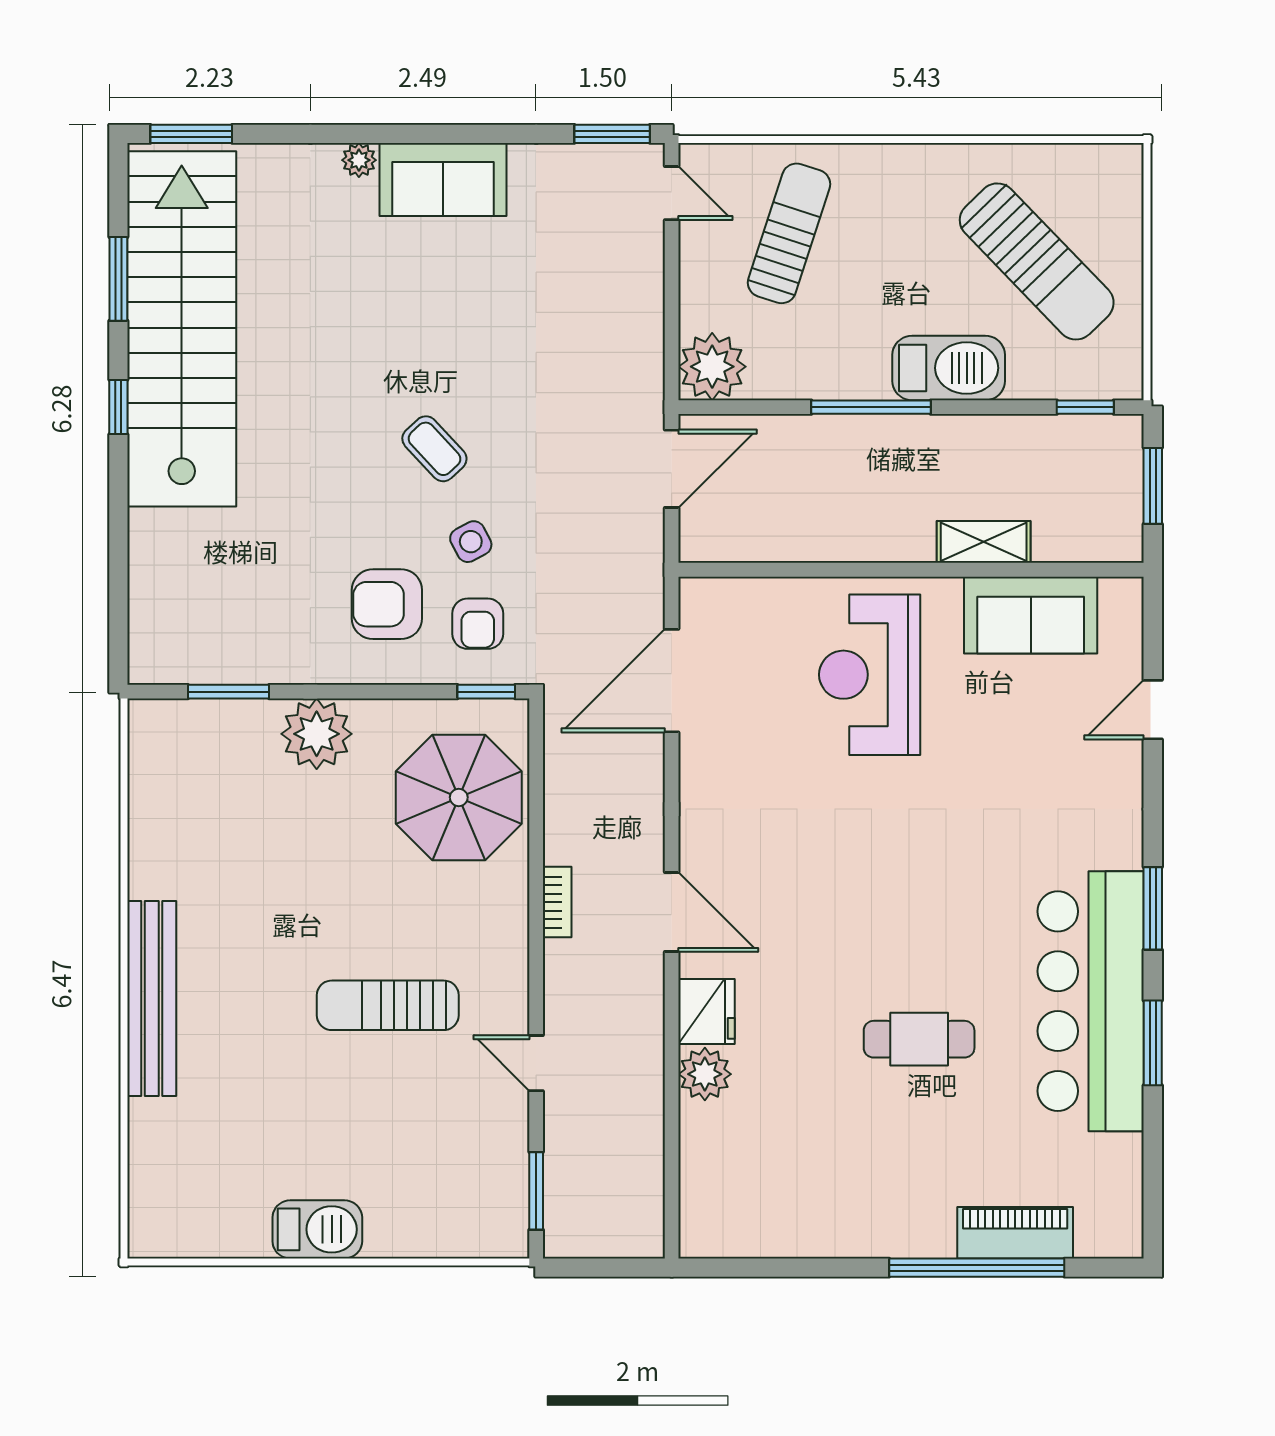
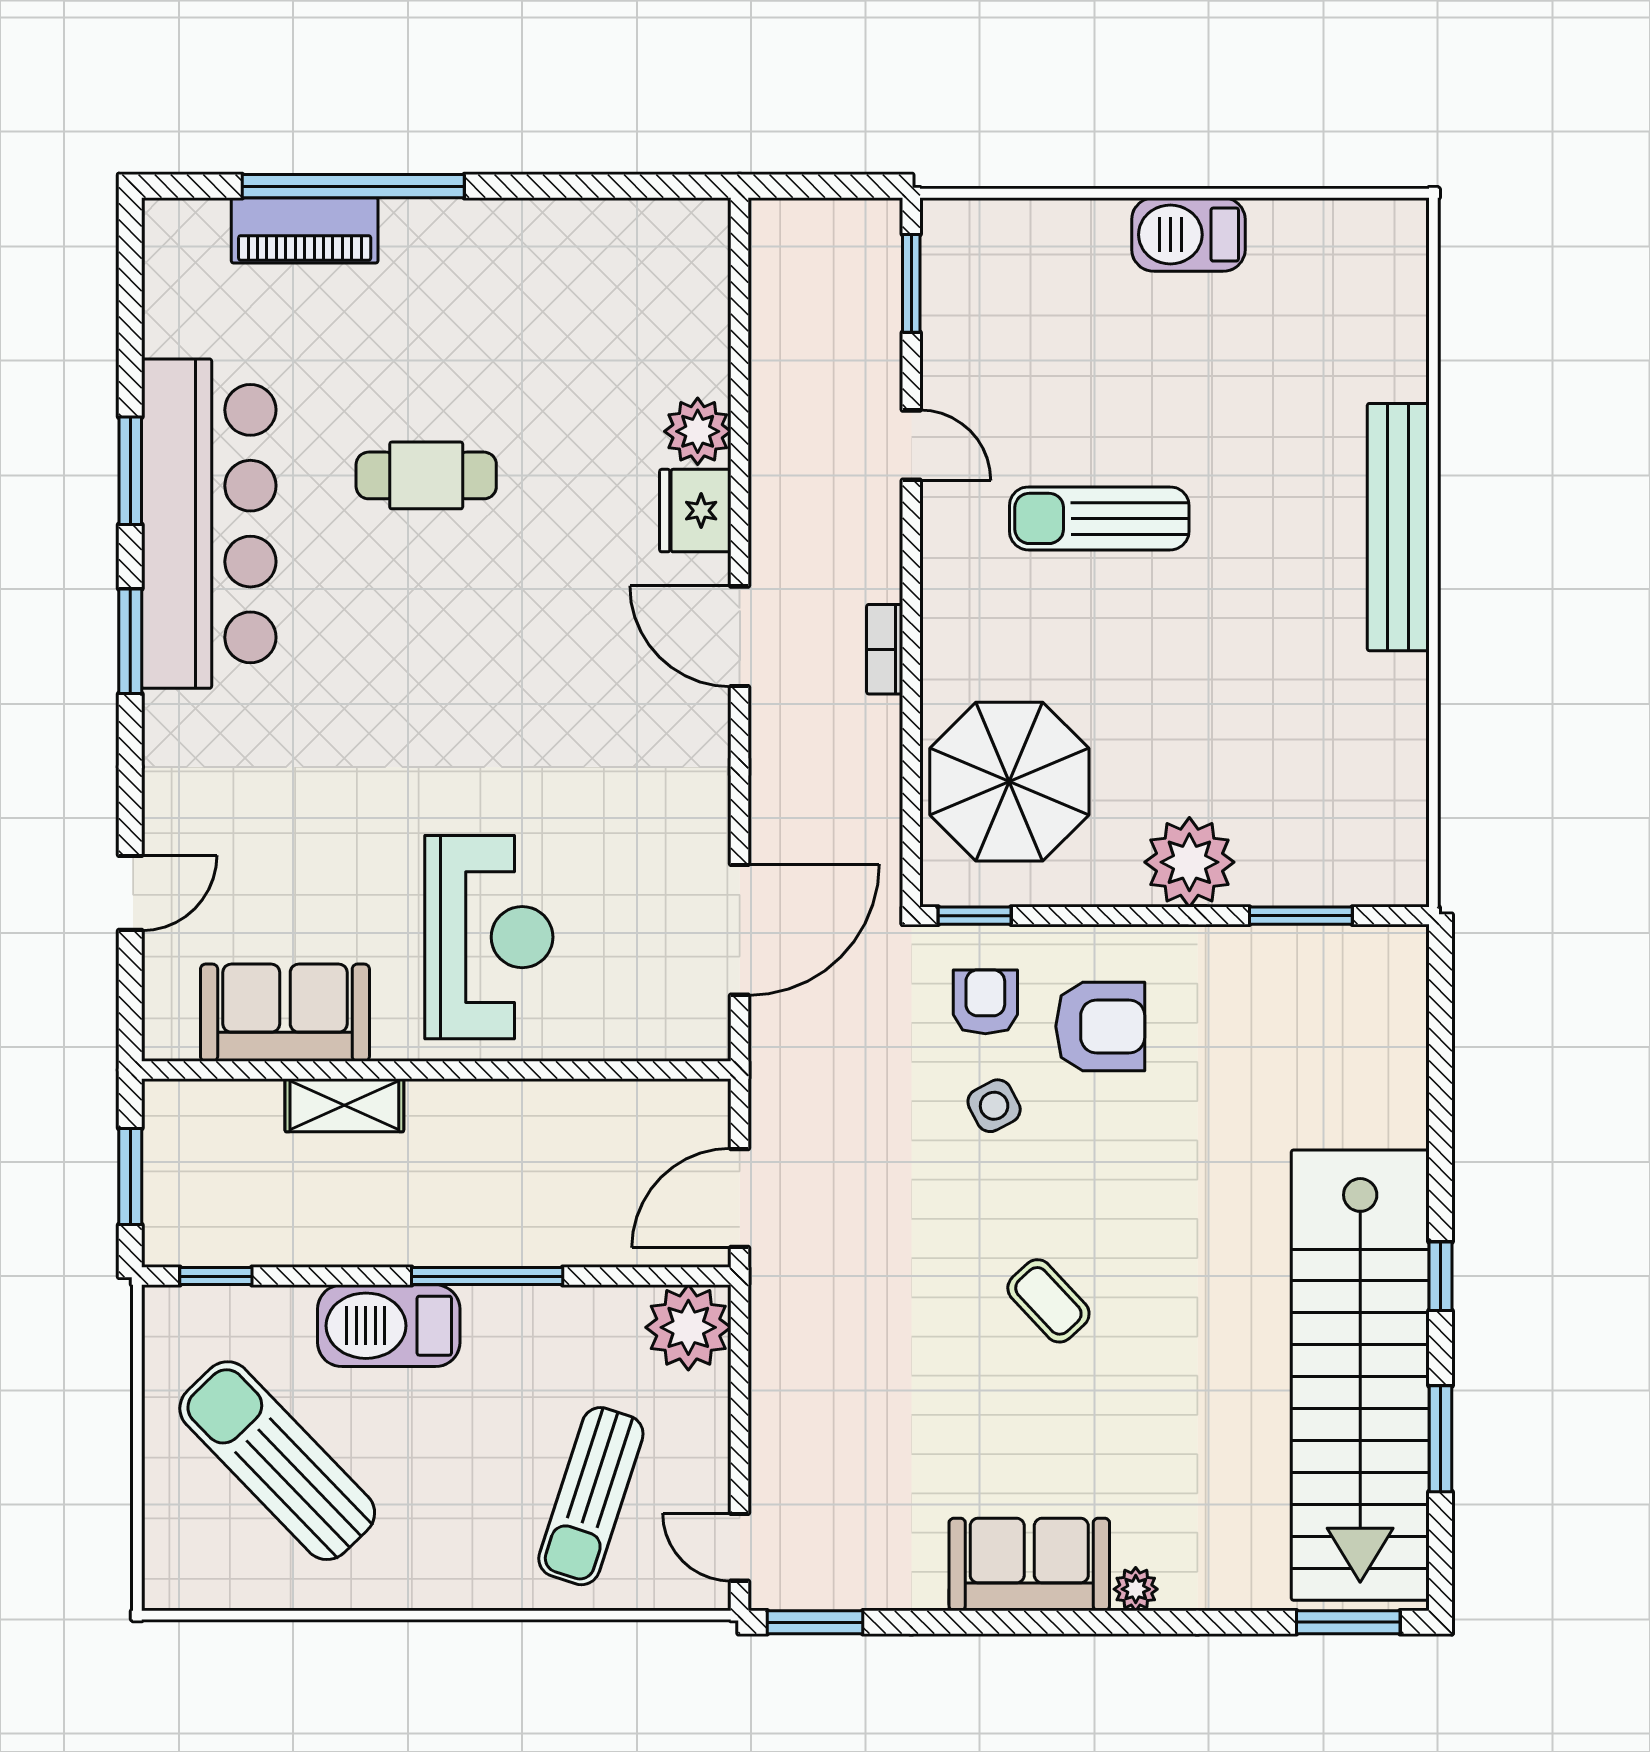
coffee table: (434, 449) -> (1048, 1301), moved
sun lounger: (388, 1005) -> (1099, 518), turned 180

